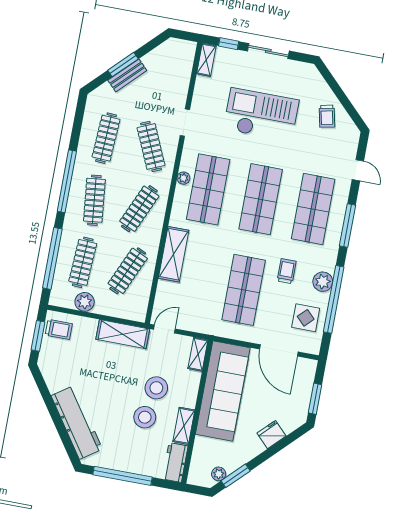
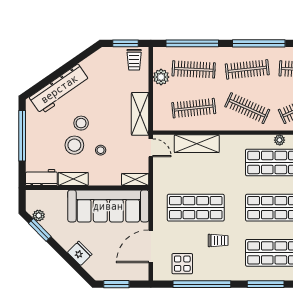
shelving: (174, 254) -> (197, 144), moved
clothes rail: (128, 271) -> (194, 108), turned -30
plant: (323, 282) -> (215, 272), removed
stool: (156, 388) -> (101, 150), width x0.53, depth x0.53
stool: (121, 405) -> (81, 123), added

